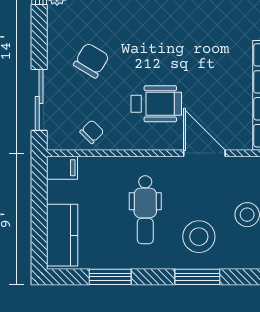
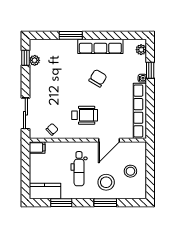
chair: (91, 60) -> (98, 78), moved
door: (204, 153) -> (109, 140), swing flipped
kitchen counter: (62, 235) -> (45, 191), moved, turned -90

